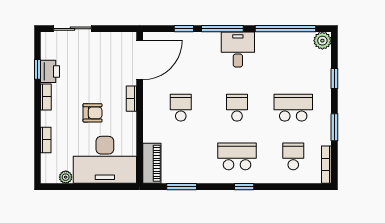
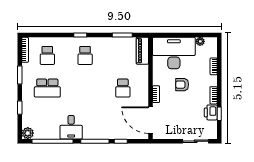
desk: (238, 50) -> (71, 127), moved
door: (140, 60) -> (151, 120), hinge flipped
school desk: (237, 108) -> (85, 88), removed
school desk: (237, 156) -> (85, 55), width x0.54

